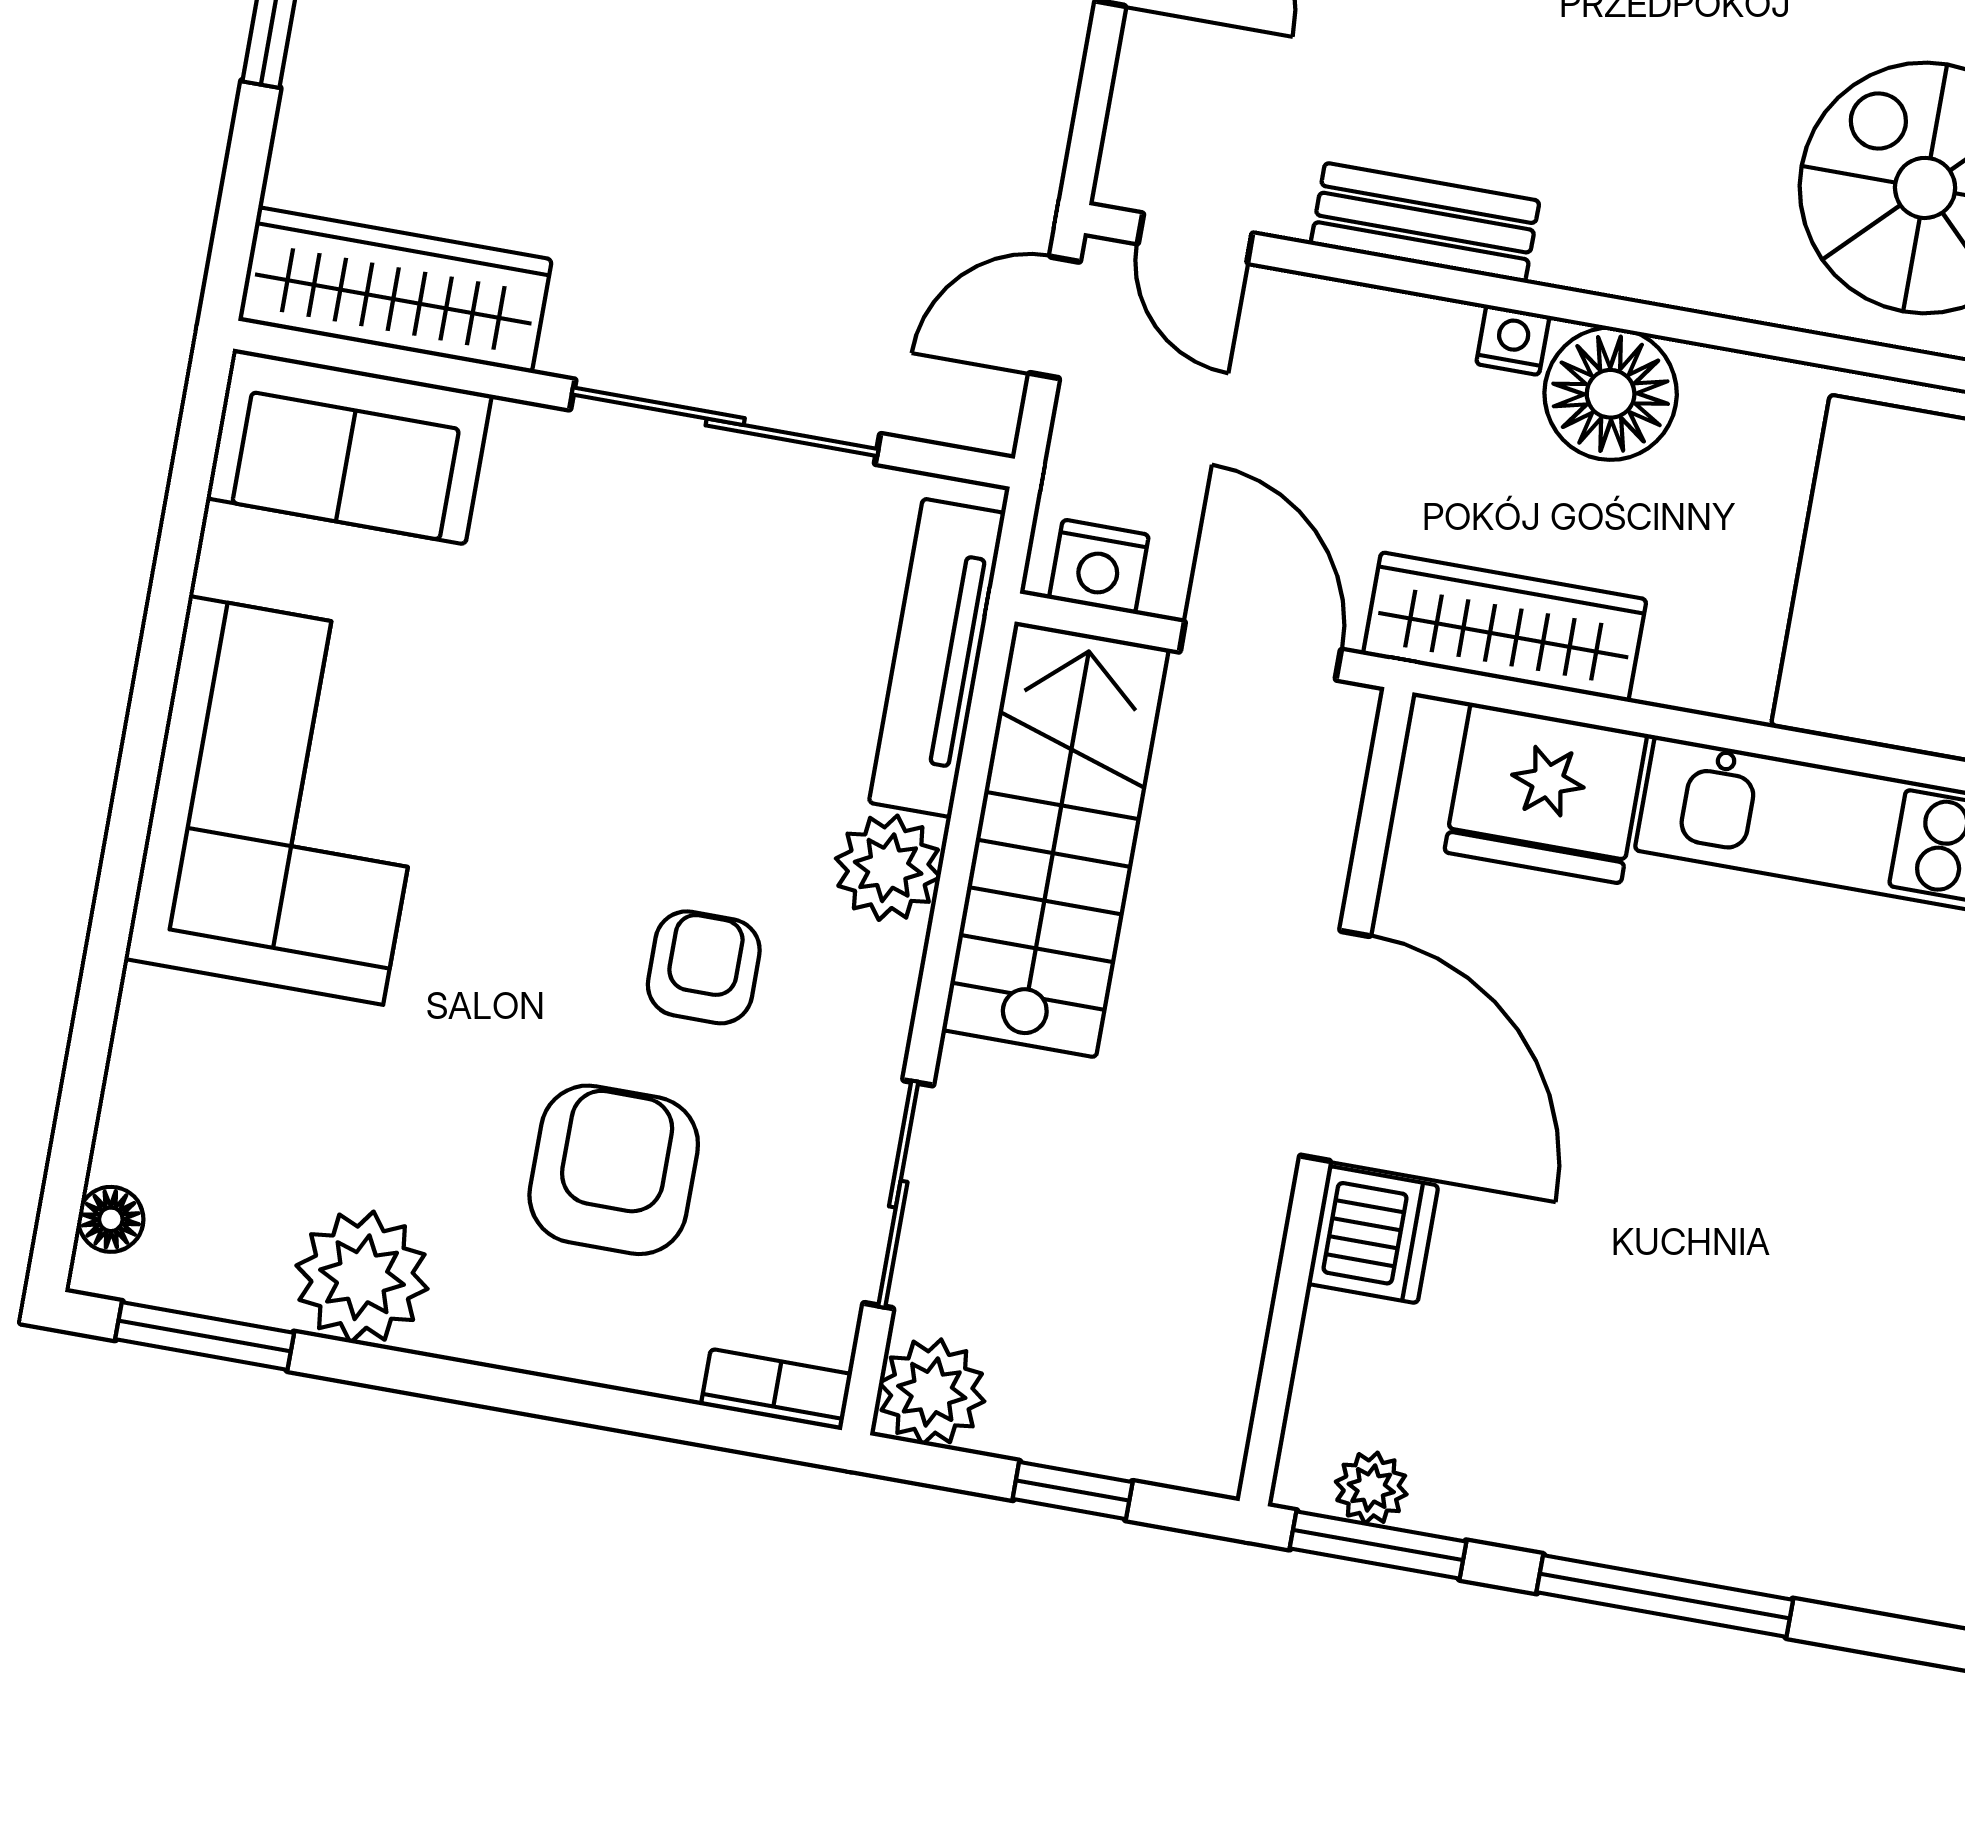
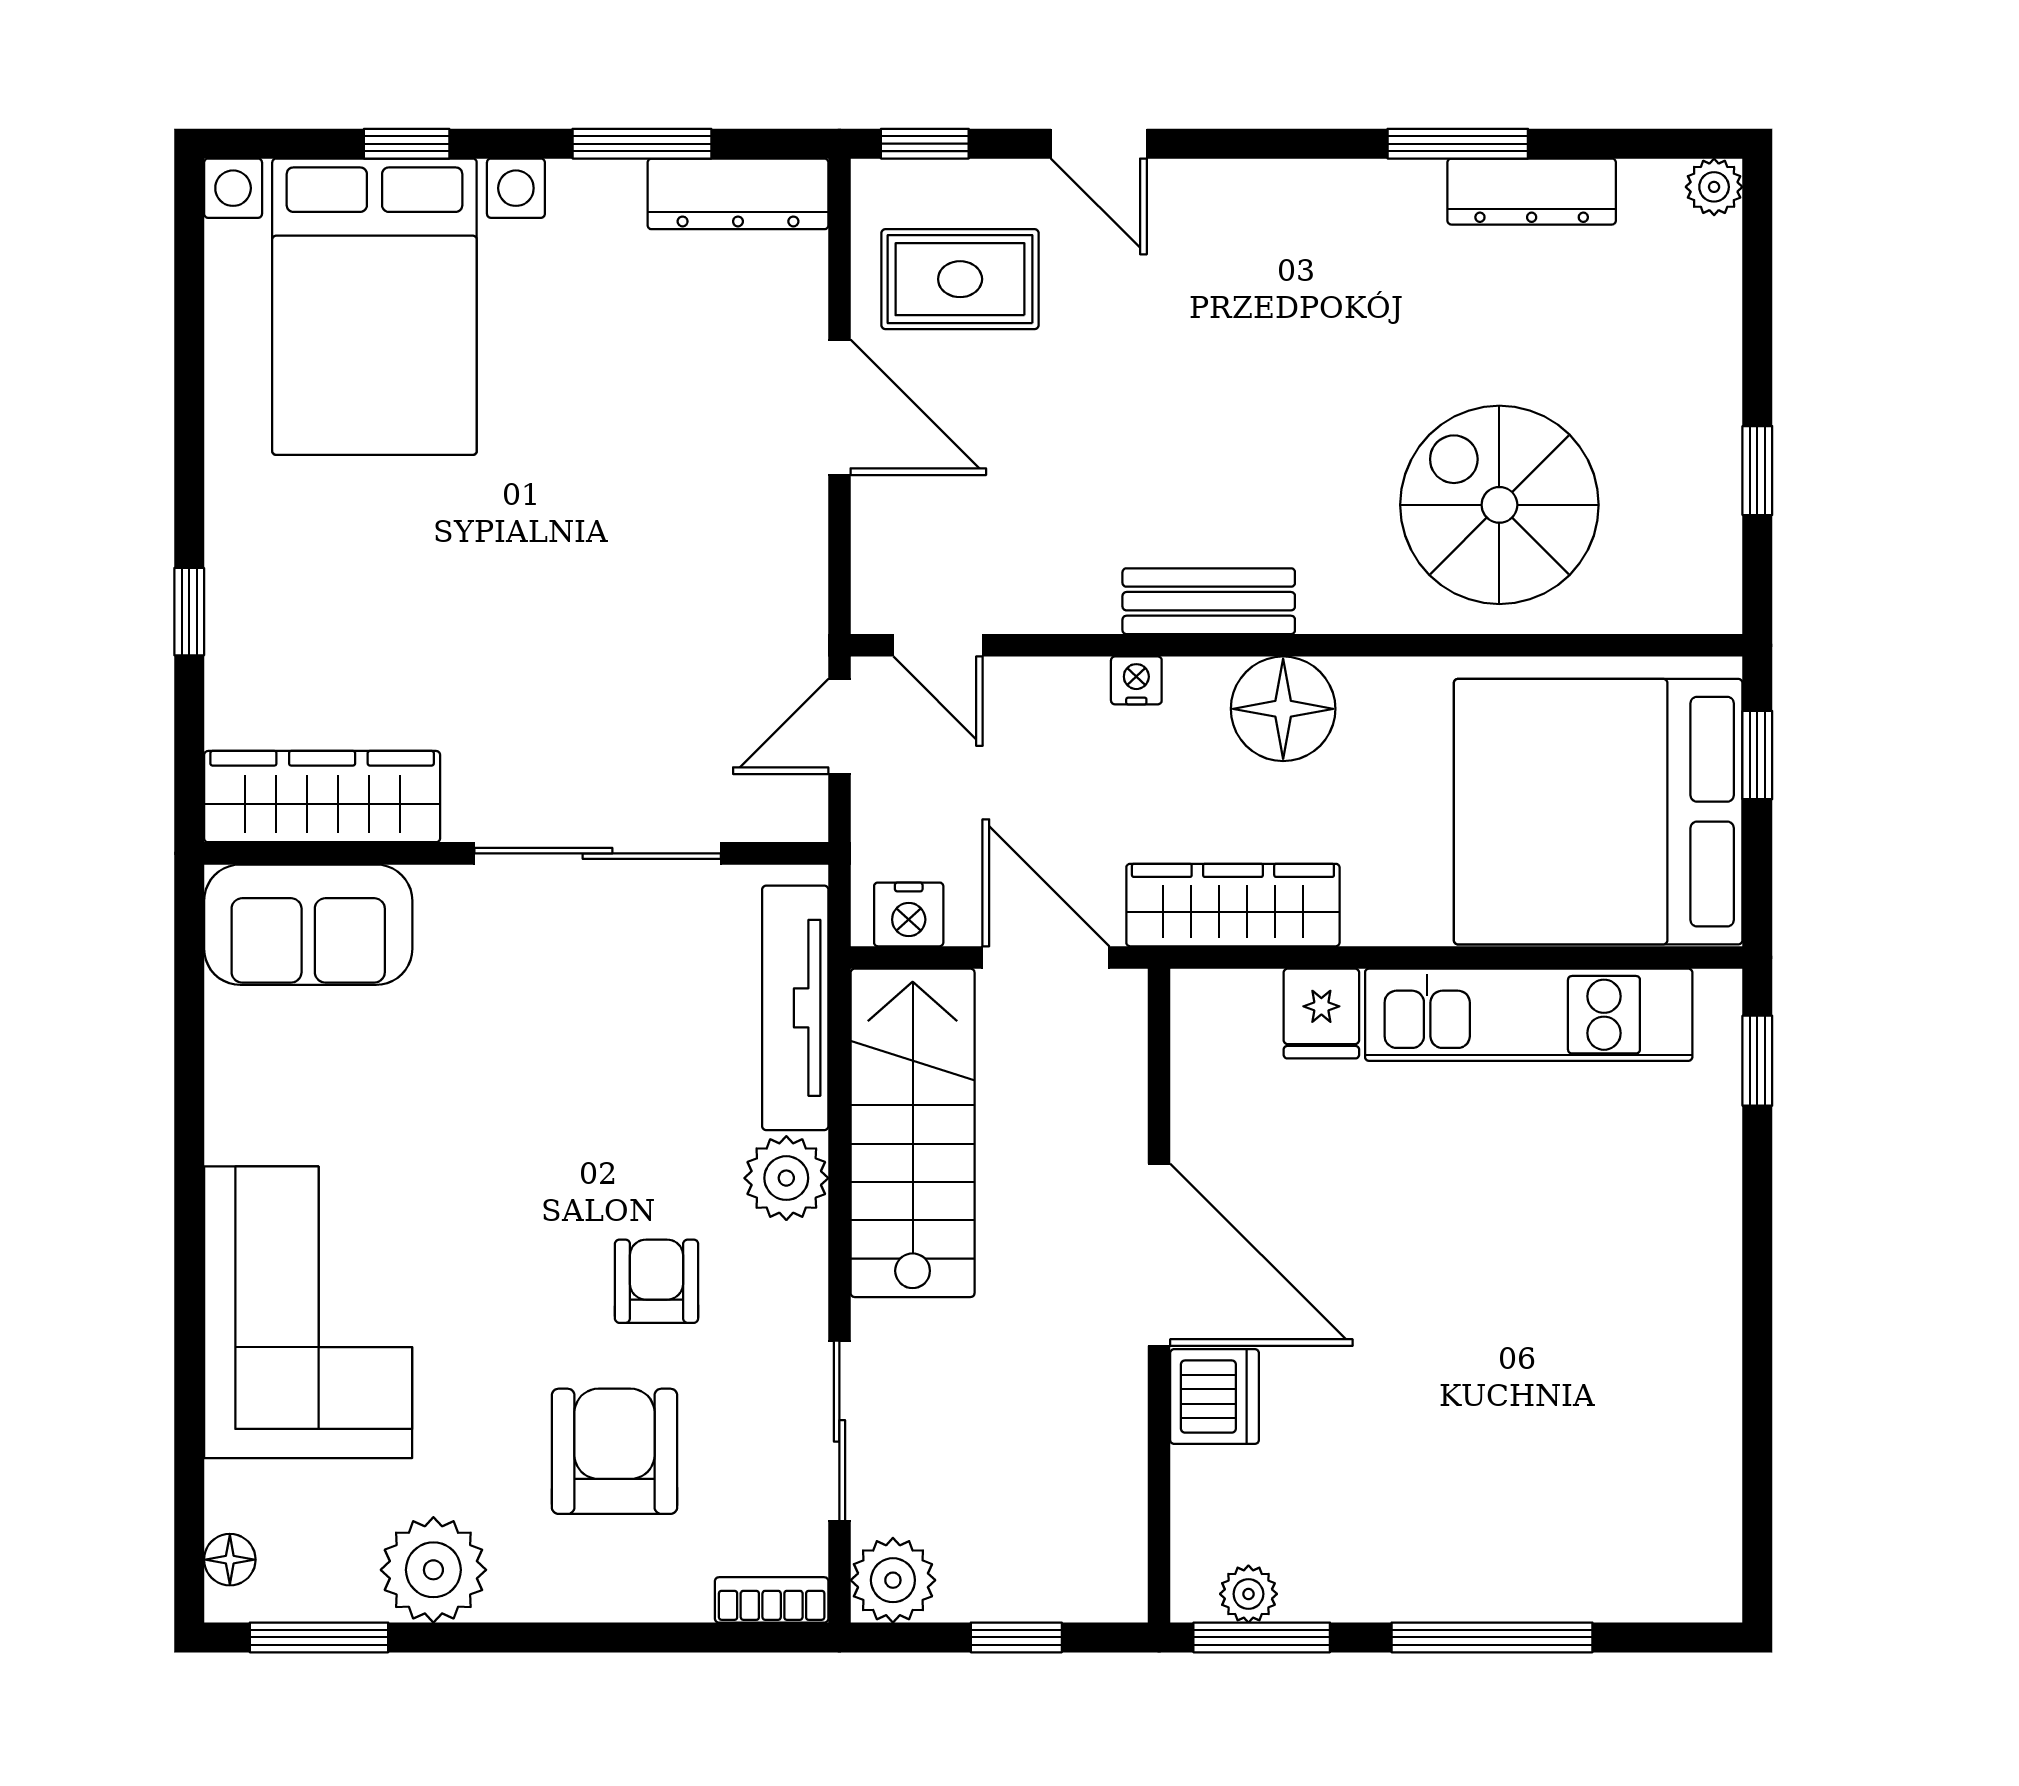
bench: (1425, 223) -> (1209, 601), moved
nightstand: (1513, 340) -> (1136, 680), moved
fridge: (1546, 793) -> (1321, 1014), width x0.53, depth x0.75
corner sofa: (286, 800) -> (308, 1312), moved

